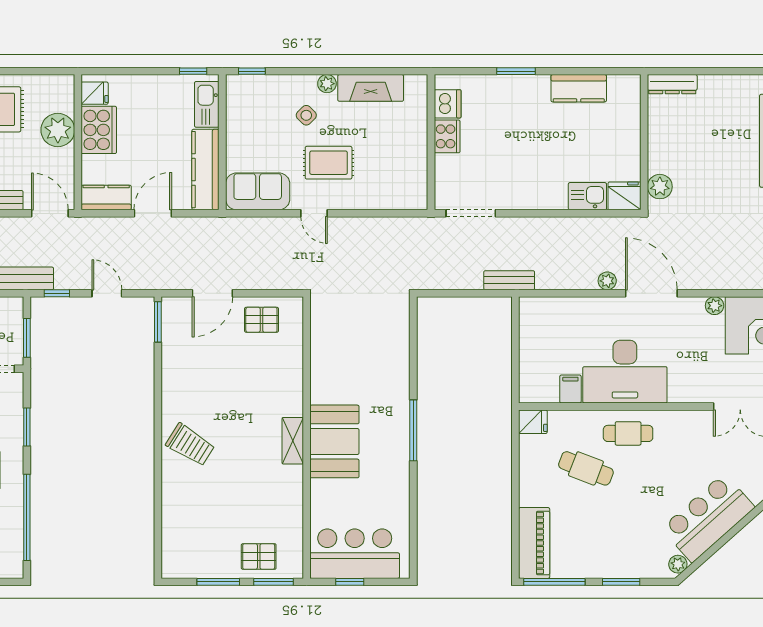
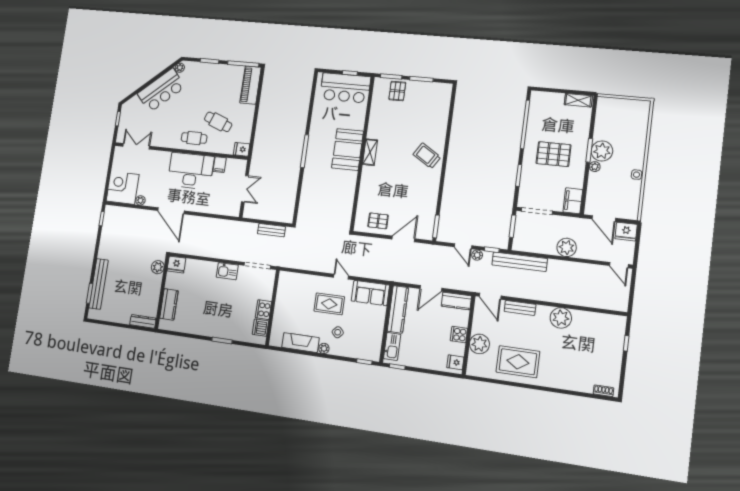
kitchen counter: (579, 88) -> (169, 304), moved, turned 90
cooker: (99, 130) -> (459, 335), width x0.53, depth x0.76
kitchen sink: (587, 196) -> (227, 271), moved
bench: (509, 280) -> (271, 230), moved
plant: (607, 281) -> (477, 255), moved
double door: (515, 350) -> (245, 189), added
pallet: (259, 556) -> (397, 91), turned 90

